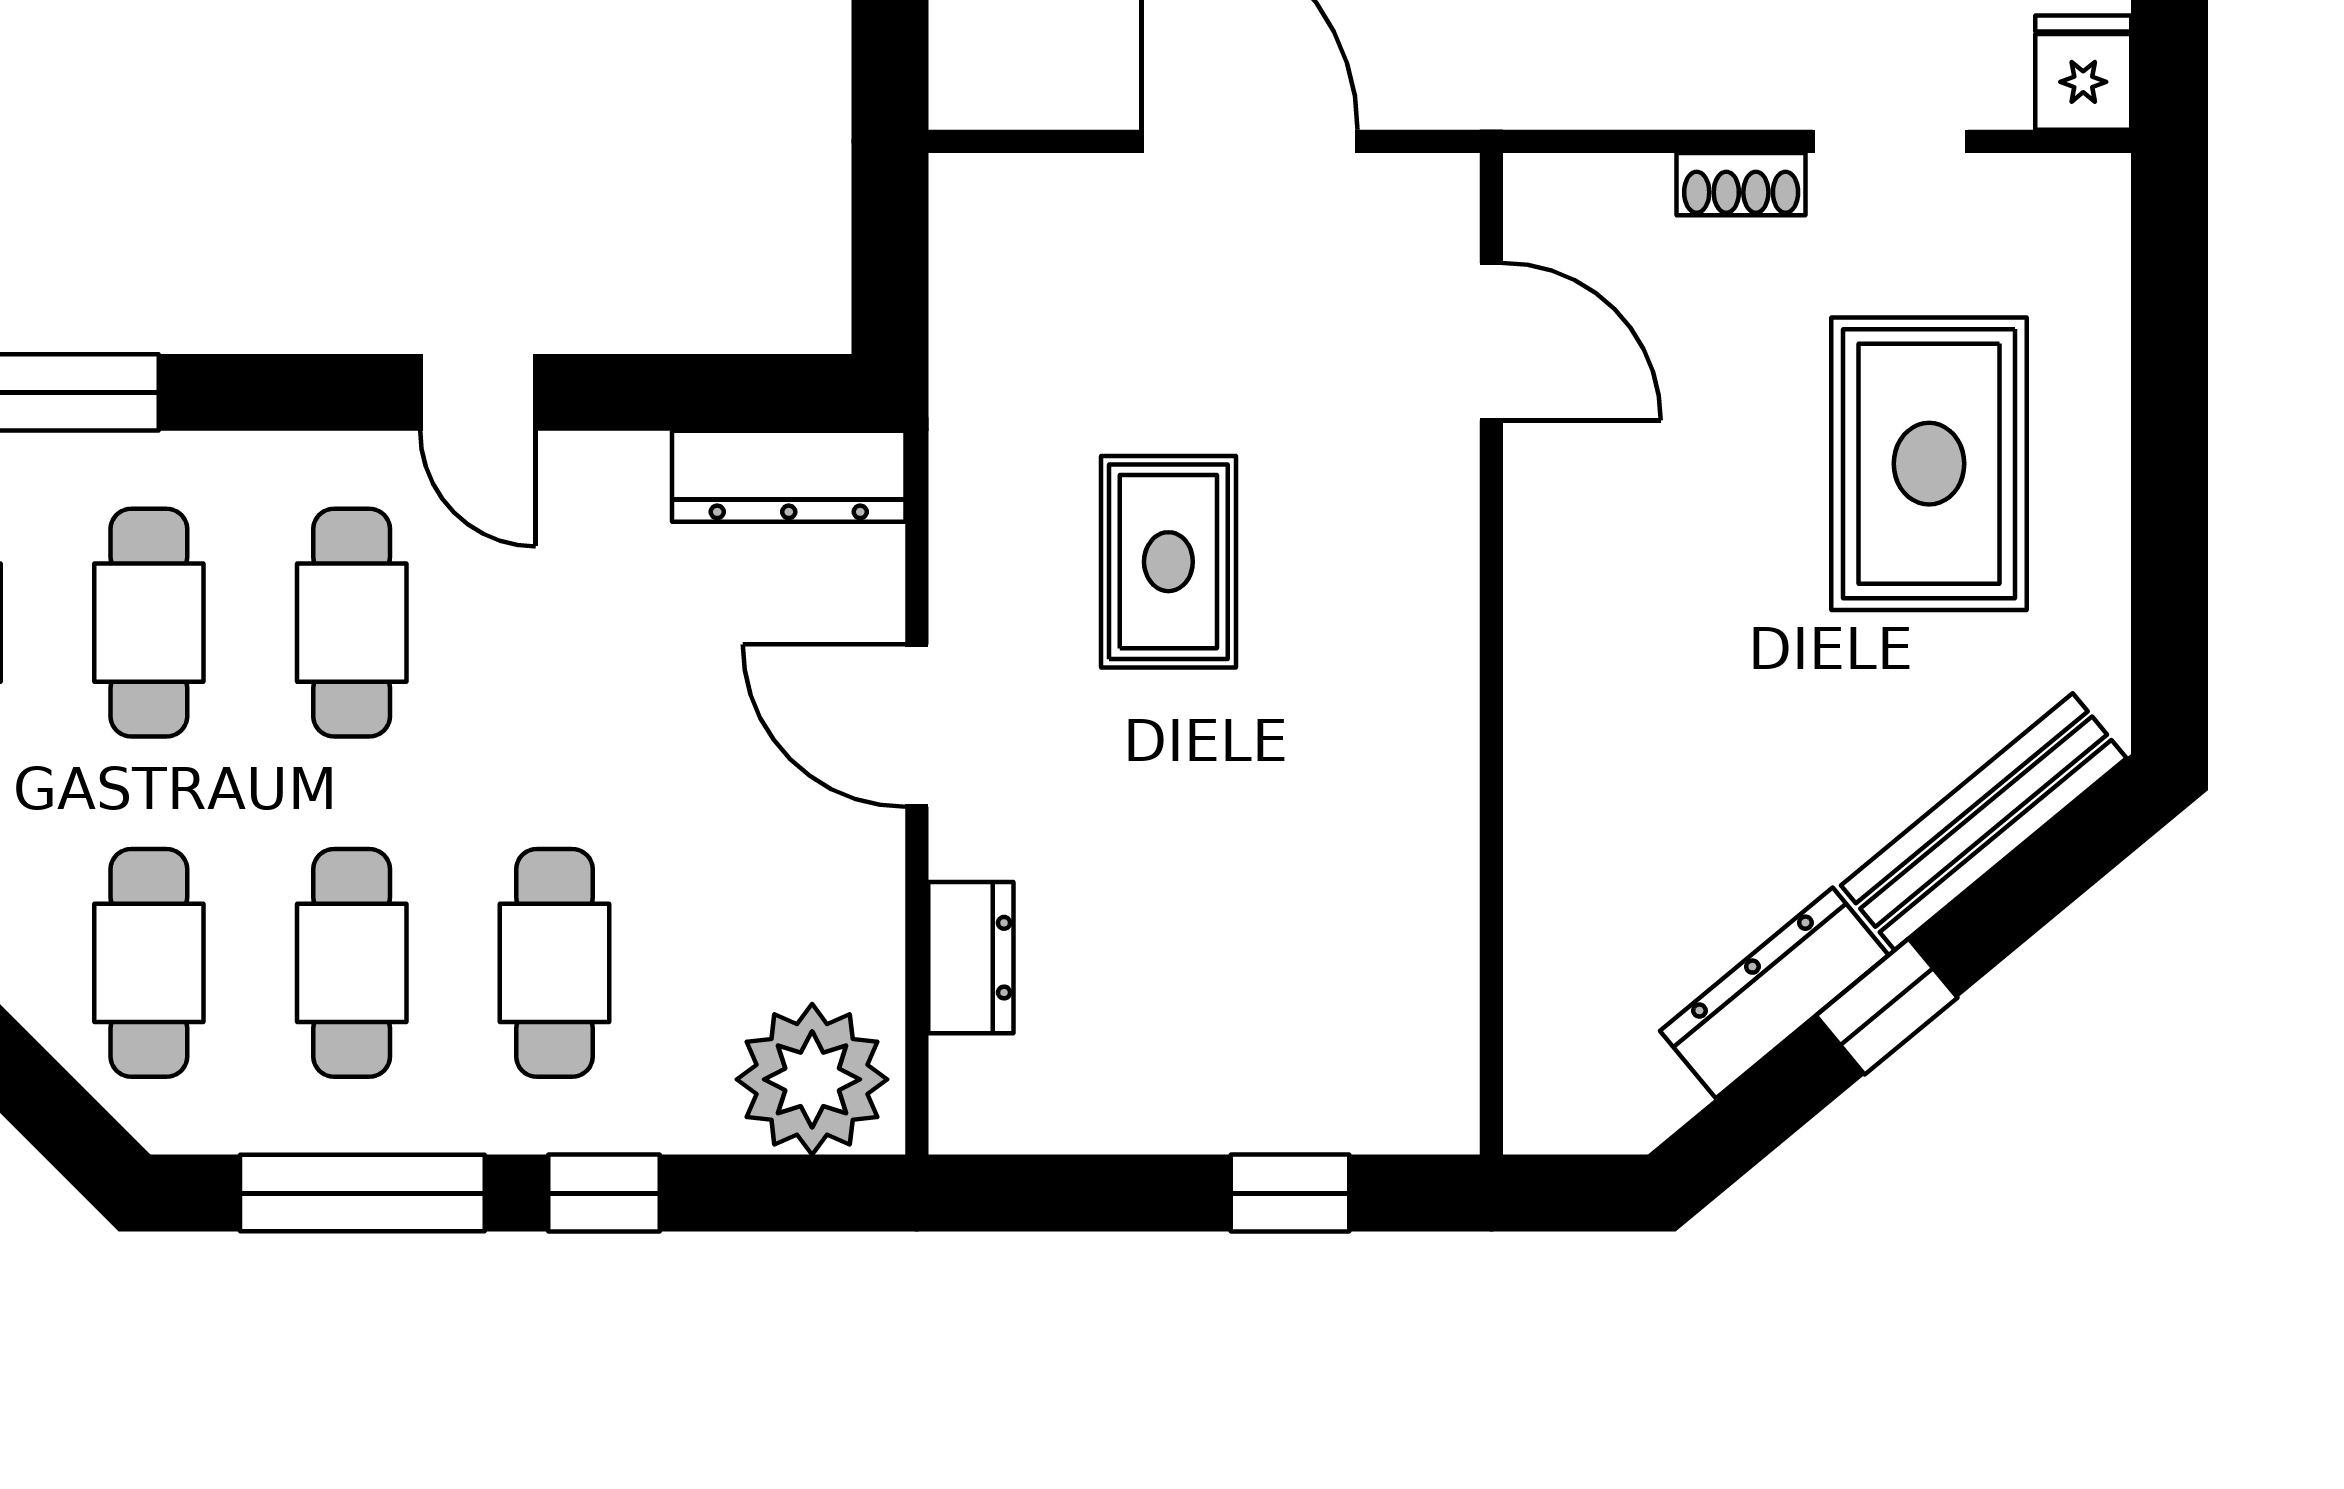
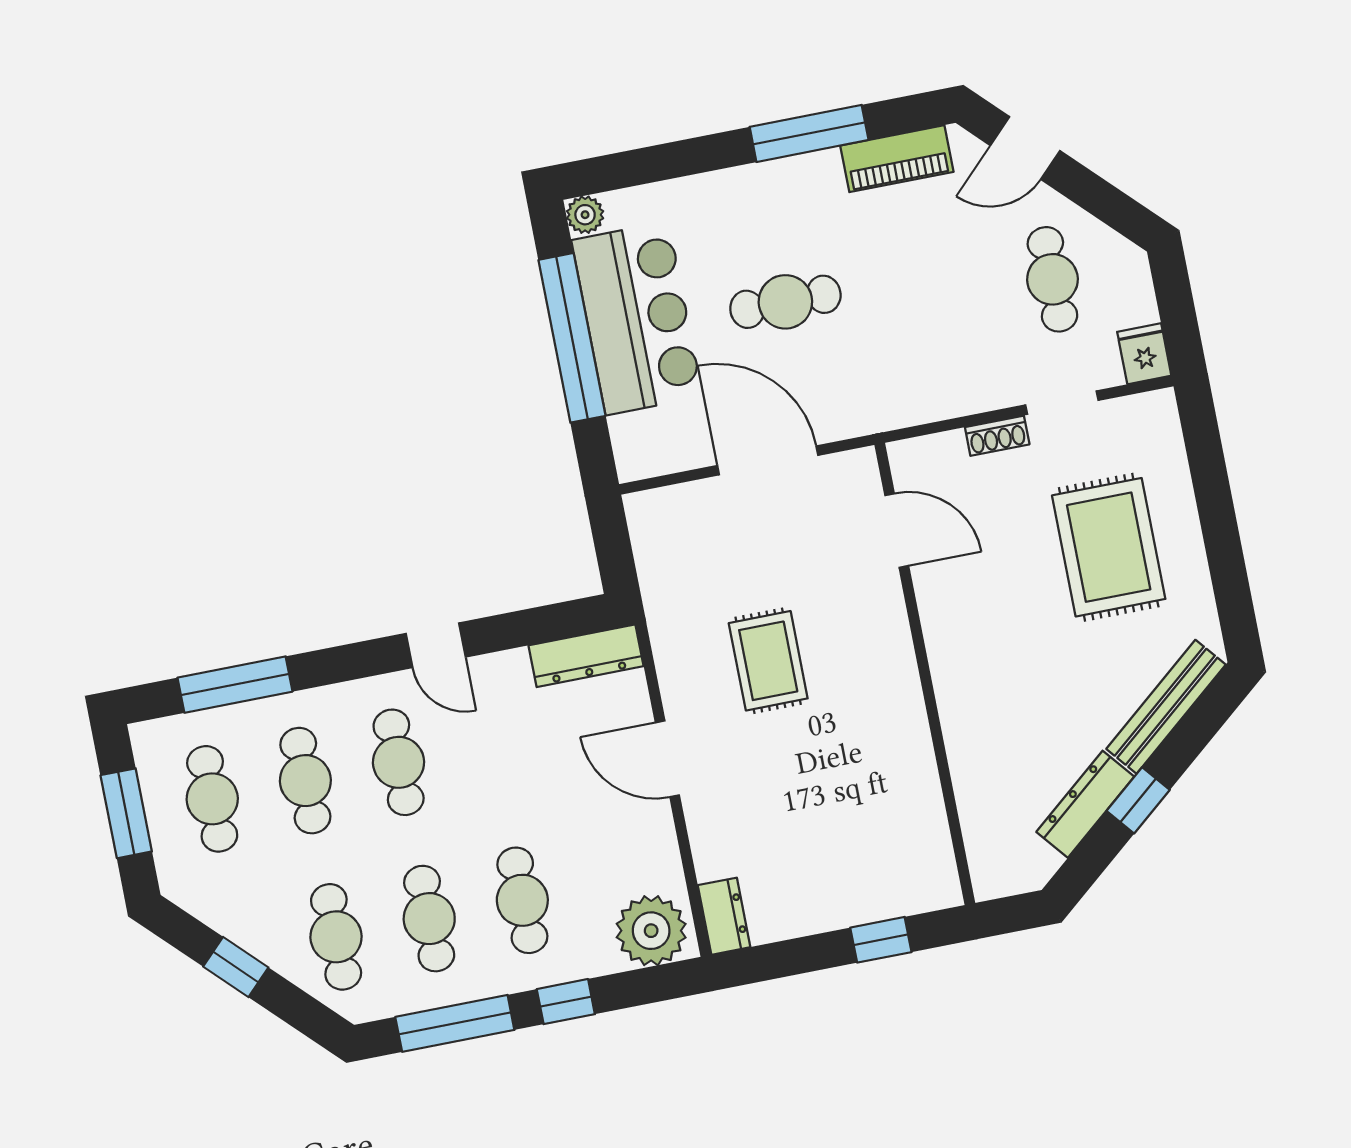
dresser: (971, 958) -> (724, 916), moved

